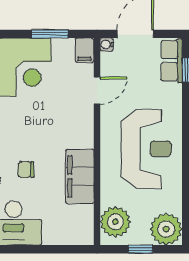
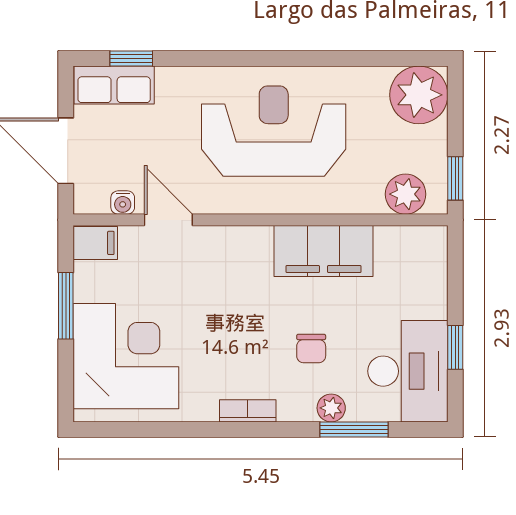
water cooler: (107, 45) -> (123, 203), moved
plant: (115, 222) -> (406, 194), width x0.73, depth x0.73
window: (27, 249) -> (455, 347), added
window: (140, 249) -> (455, 178), moved

